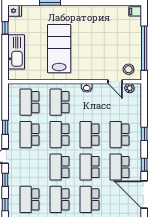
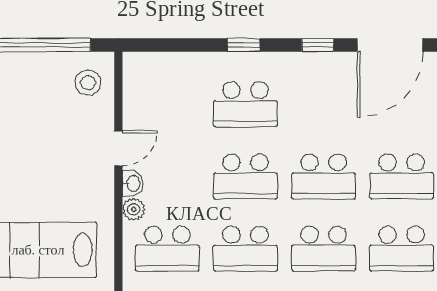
door: (115, 82) -> (118, 148), moved
plant: (130, 88) -> (134, 209), moved
school desk: (120, 167) -> (324, 104), removed

